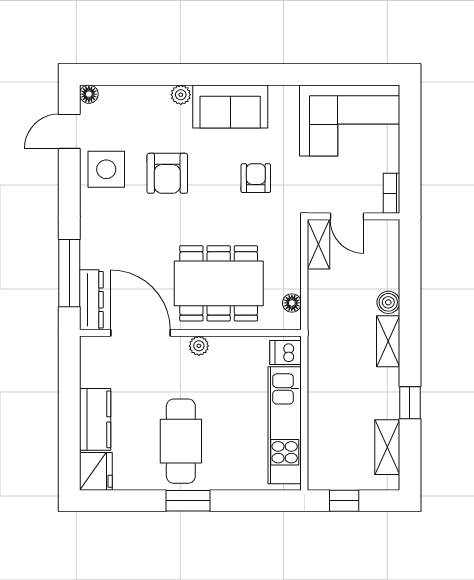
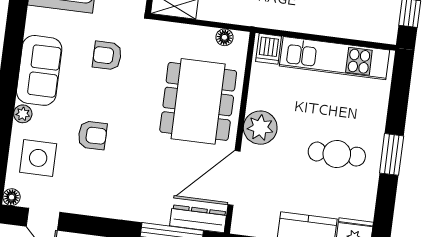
side table: (106, 169) -> (38, 158), moved
armchair: (167, 173) -> (92, 135), width x0.72, depth x0.72
plant: (199, 346) -> (260, 128), width x1.87, depth x1.87
cafe table: (181, 441) -> (337, 154), width x0.73, depth x0.74

